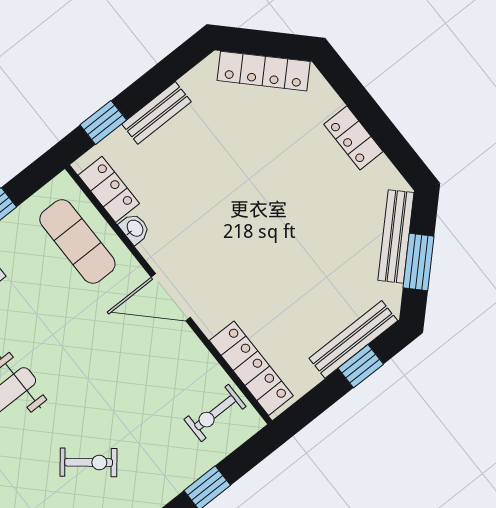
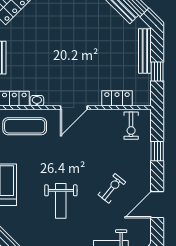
window: (361, 366) -> (157, 72), moved
locker: (251, 368) -> (117, 98), width x0.66

